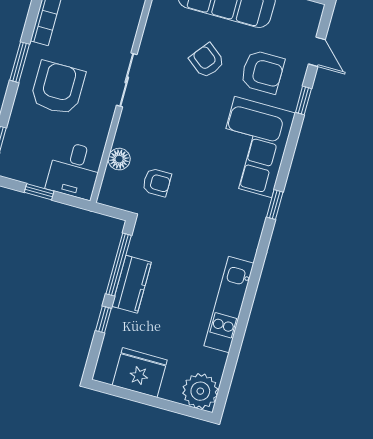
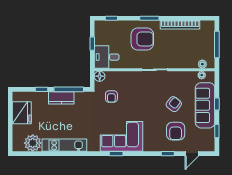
corner sofa: (253, 147) -> (122, 136), moved
floor lamp: (119, 159) -> (100, 76), moved
plant: (200, 391) -> (33, 143), moved

